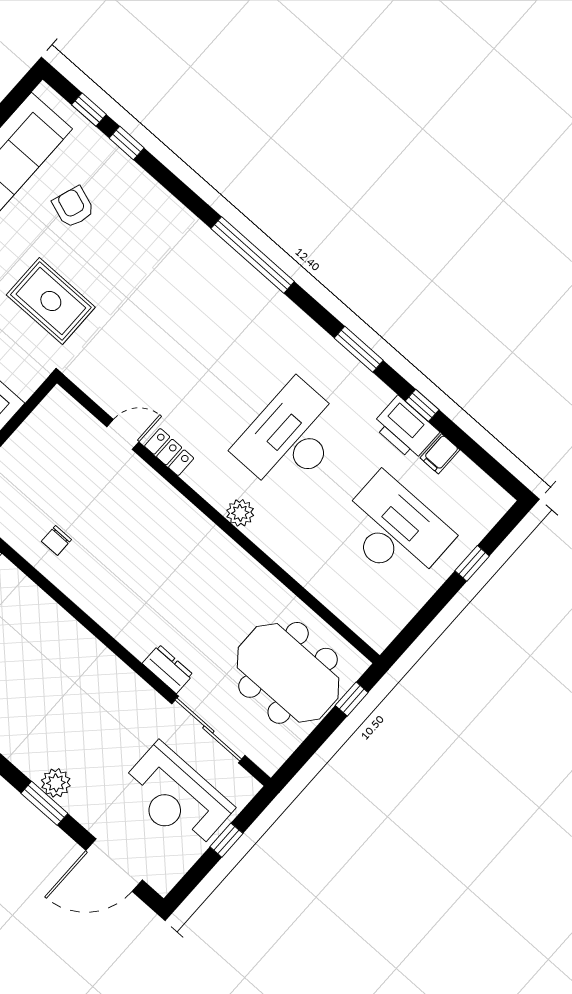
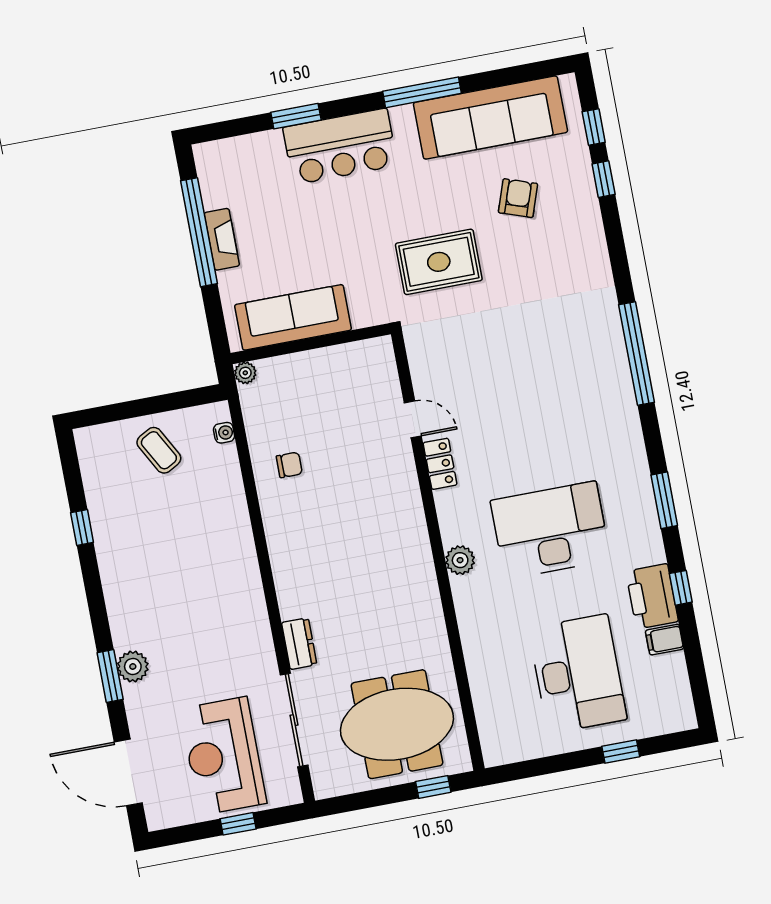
rug: (51, 301) -> (439, 262), turned 90
chair: (56, 540) -> (289, 465), turned 180
meeting table: (288, 673) -> (397, 724), turned 90

